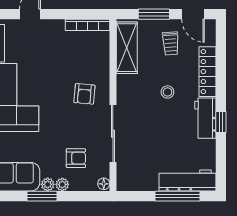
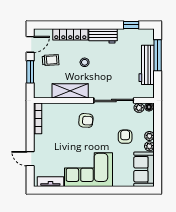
shelving: (127, 48) -> (70, 91), moved
window: (221, 122) -> (131, 25), moved
armchair: (76, 158) -> (125, 137), moved
plant: (103, 170) -> (139, 108), added
workbench: (187, 180) -> (147, 65), moved
window: (42, 196) -> (158, 150), removed

